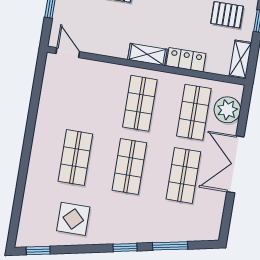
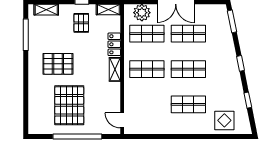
door: (68, 53) -> (122, 120), hinge flipped
display table: (73, 219) -> (224, 120), moved
window: (170, 246) -> (232, 21), moved
window: (38, 251) -> (248, 100), moved

